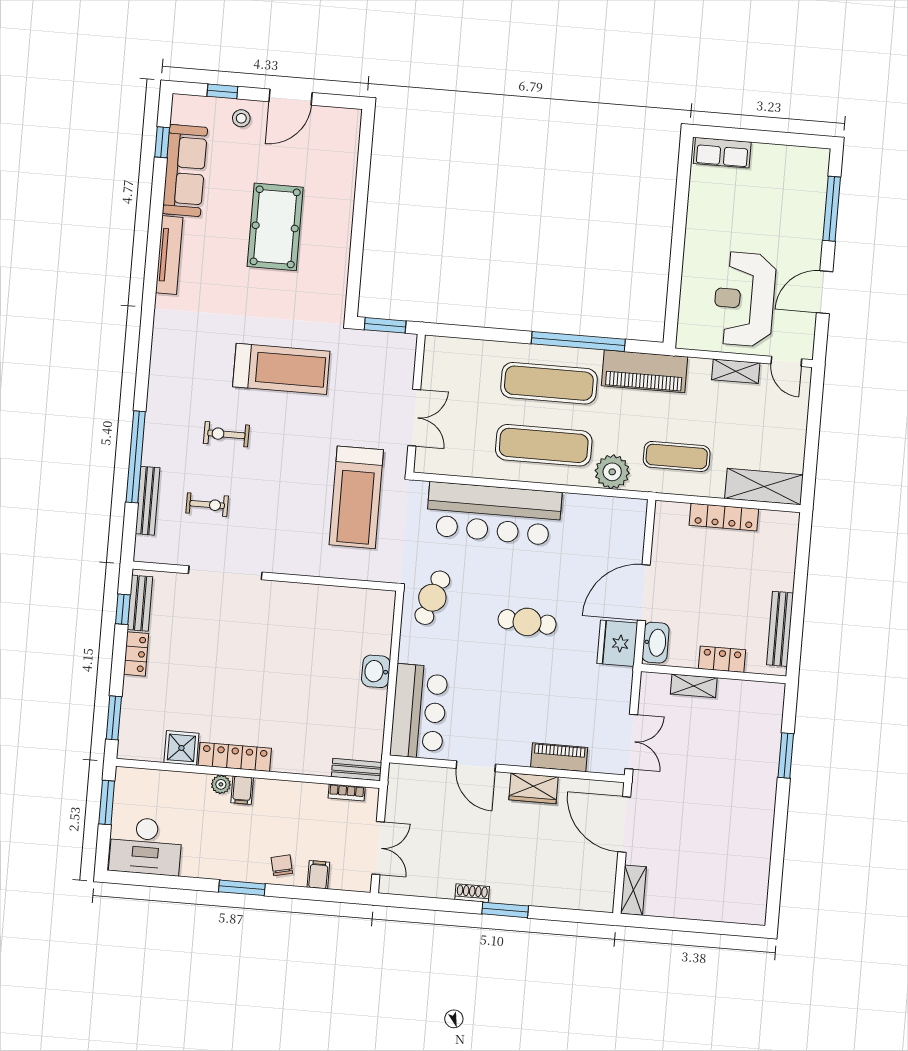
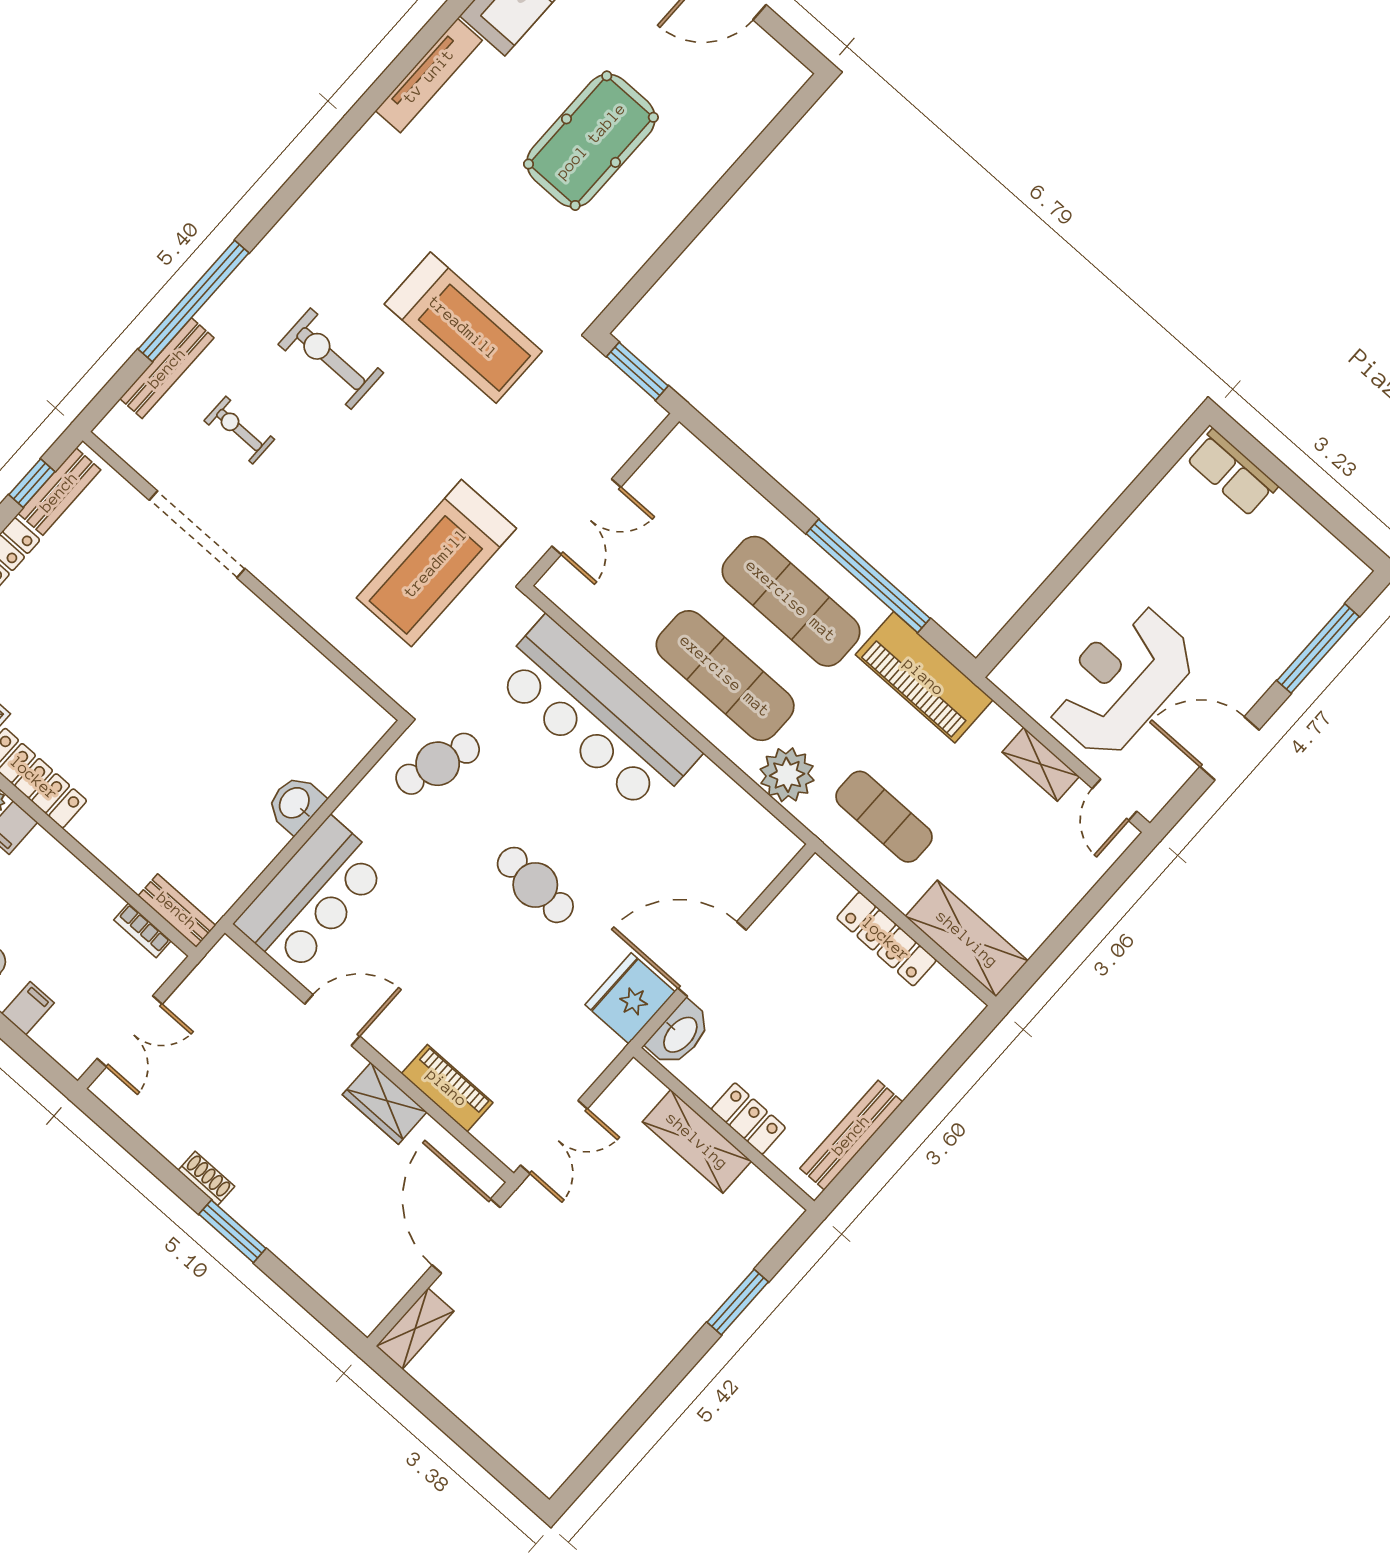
exercise bike: (226, 434) -> (331, 359), width x1.38, depth x1.39
exercise bike: (207, 505) -> (239, 430), turned 180
shelving: (694, 686) -> (697, 1141), width x1.50, depth x1.33
door: (476, 766) -> (332, 1020), swing flipped

